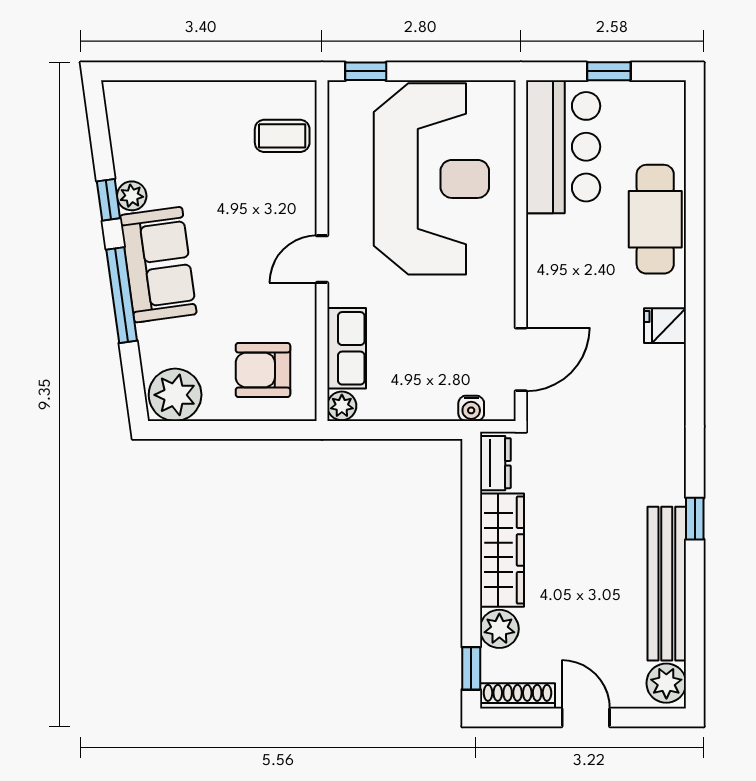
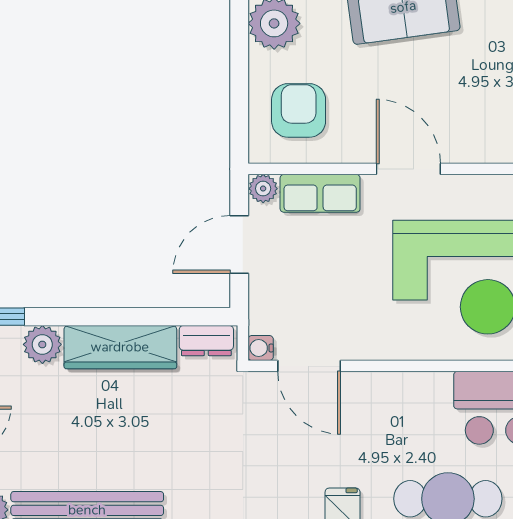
door: (322, 259) -> (408, 169), width x1.38
water cooler: (471, 408) -> (261, 348), moved
door: (398, 430) -> (239, 244), added

